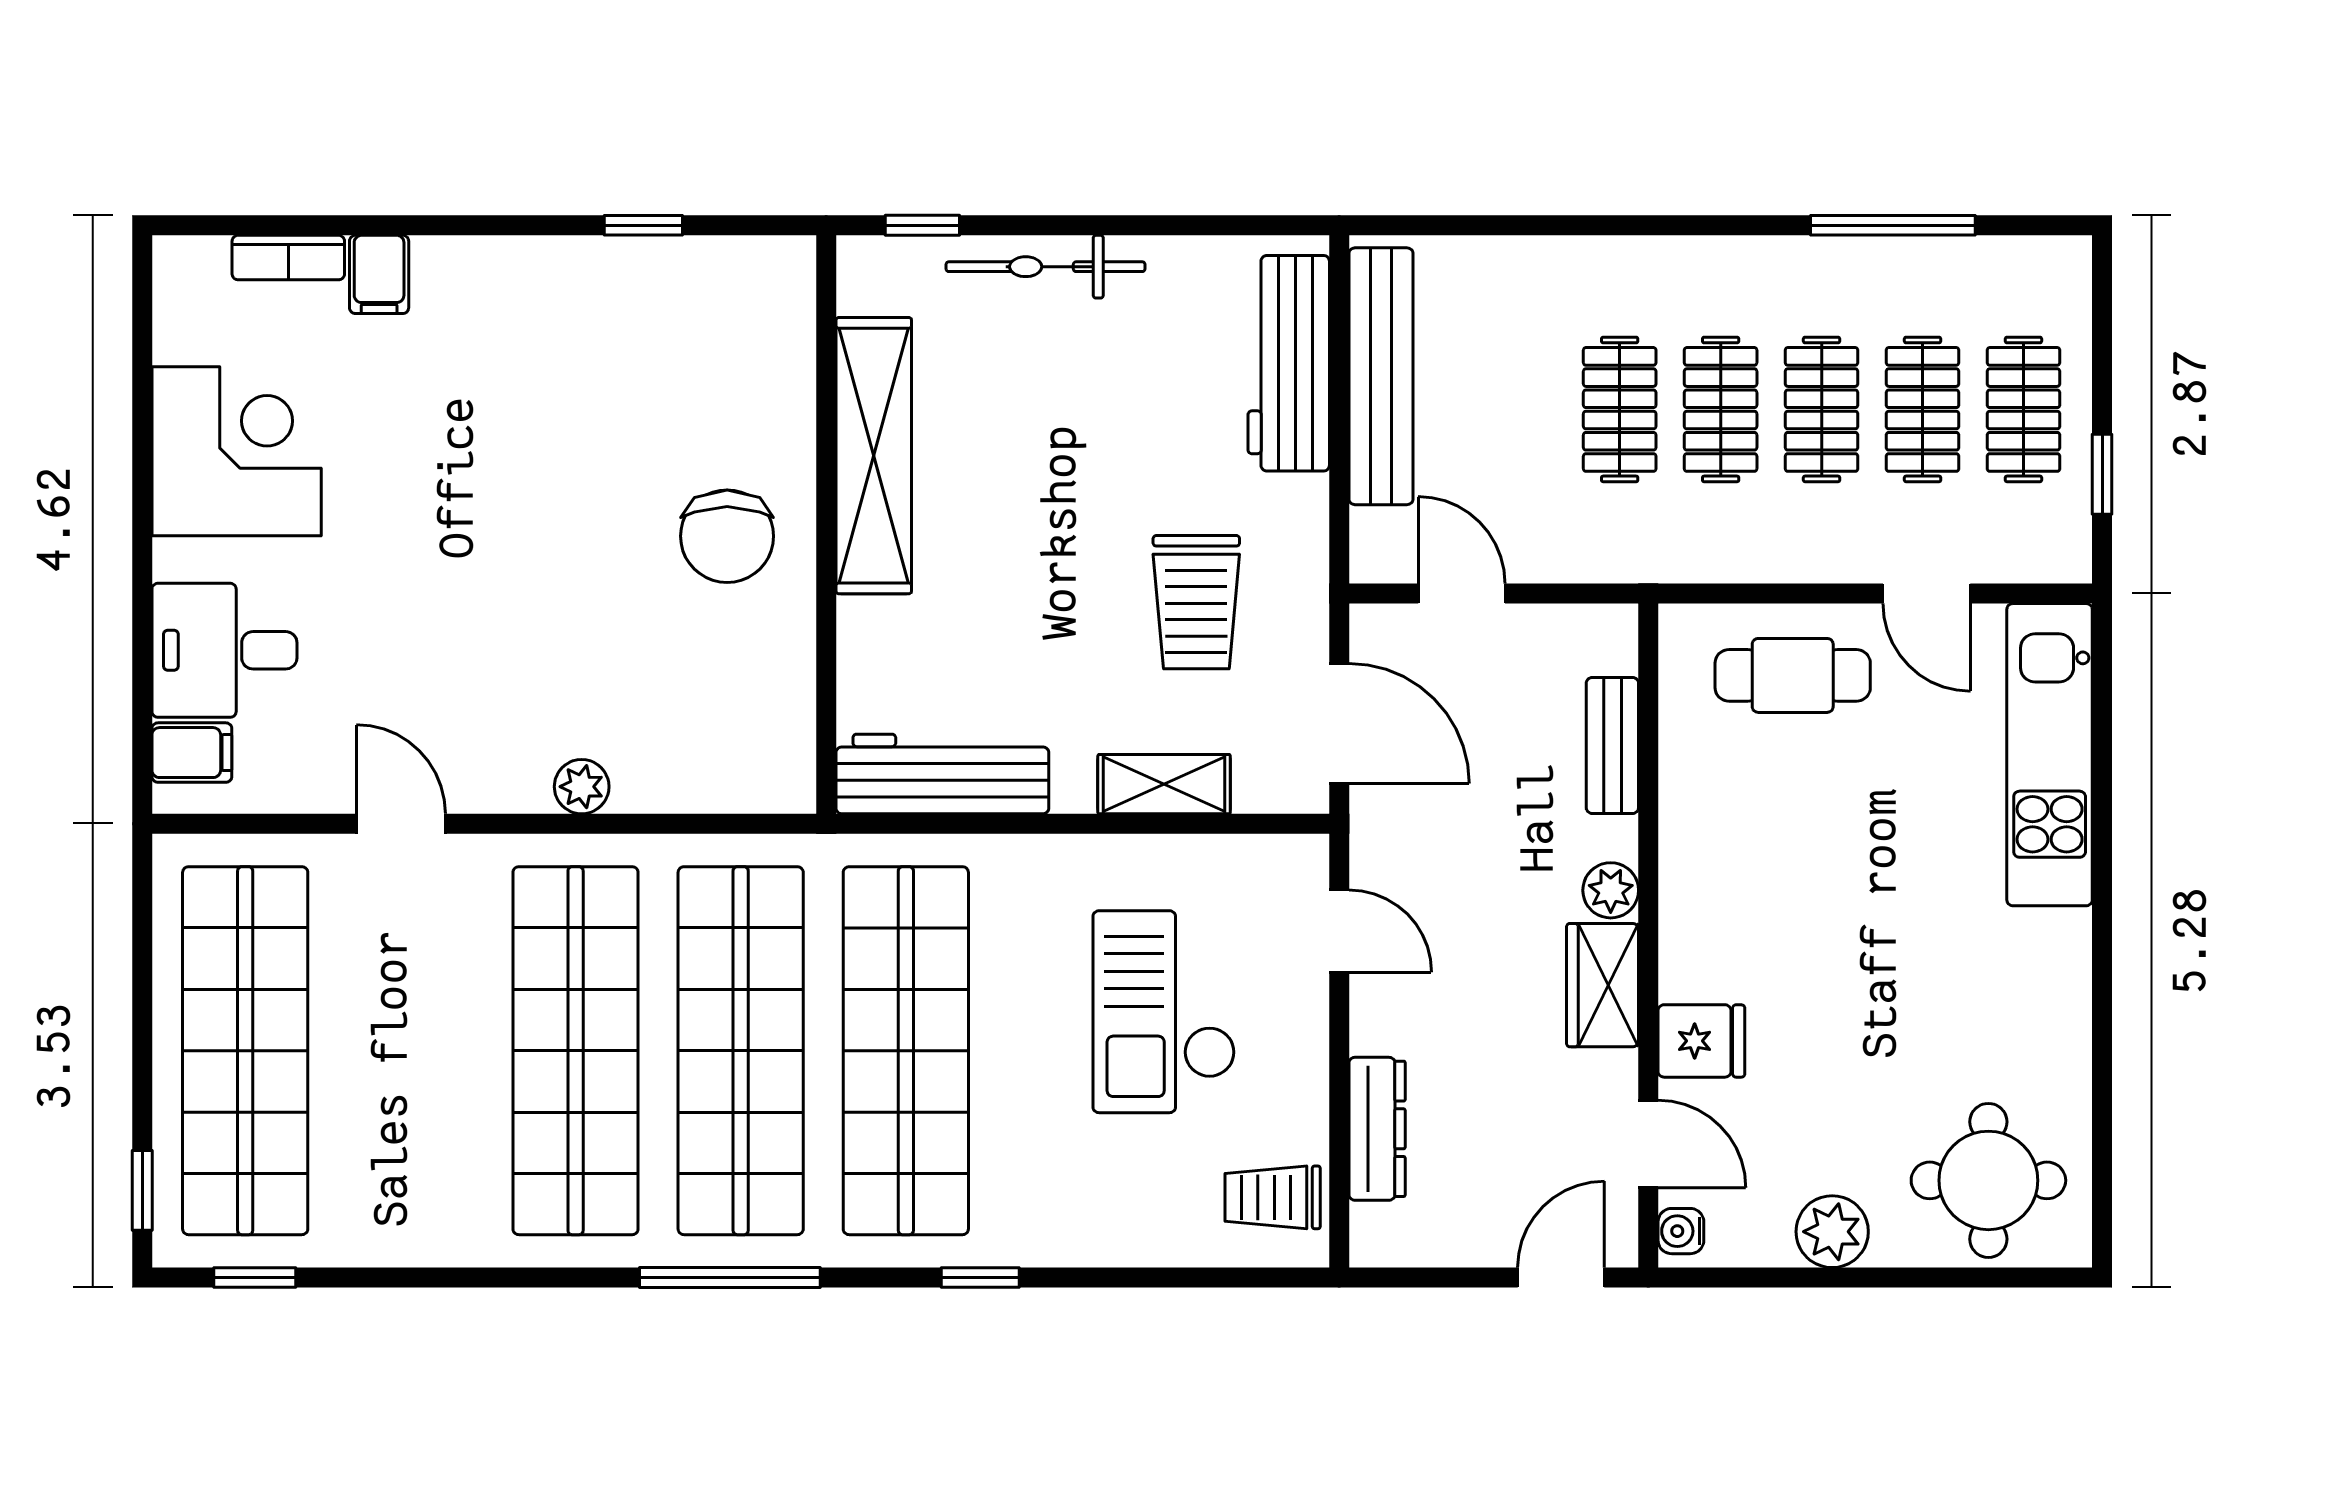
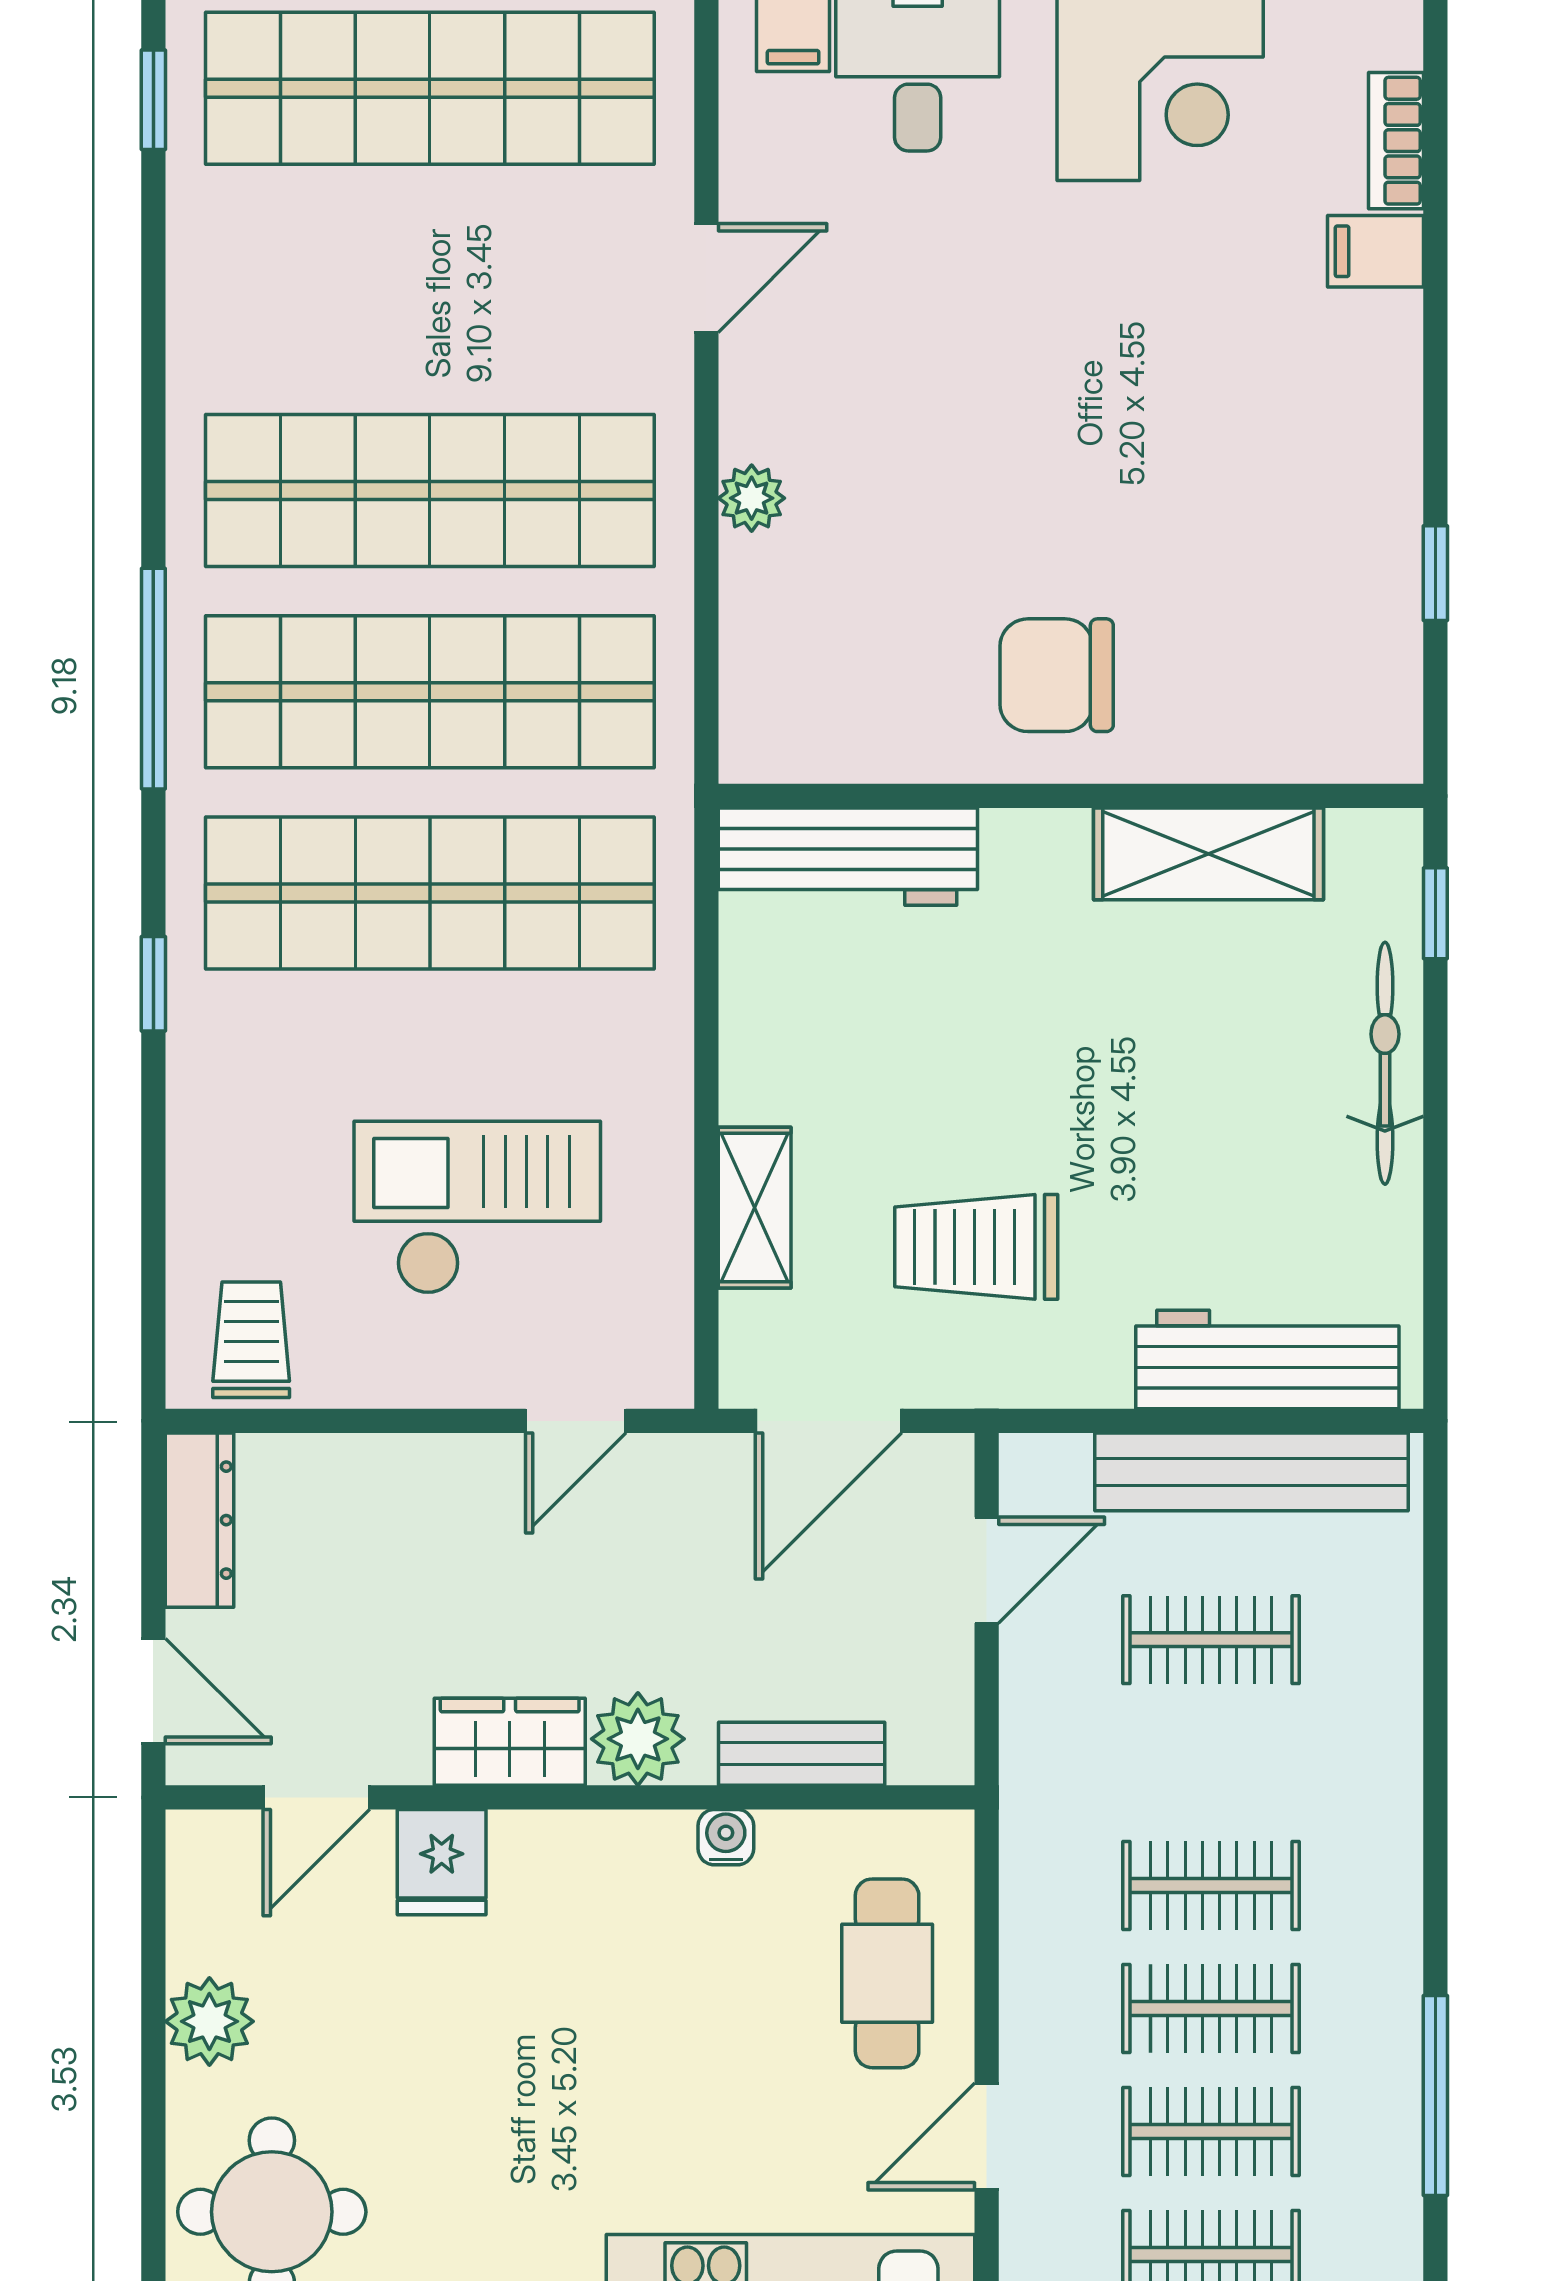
clothes rail: (1620, 409) -> (1211, 1640), moved
shelving: (874, 456) -> (1208, 854), width x0.68
workbench: (942, 774) -> (848, 857), moved, turned 90
plant: (1611, 890) -> (638, 1739), width x1.38, depth x1.38
dresser: (1377, 1129) -> (200, 1520), moved, turned -90
water cooler: (1681, 1231) -> (726, 1837), moved

